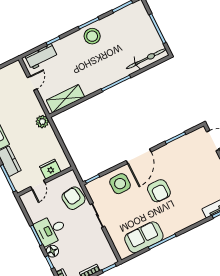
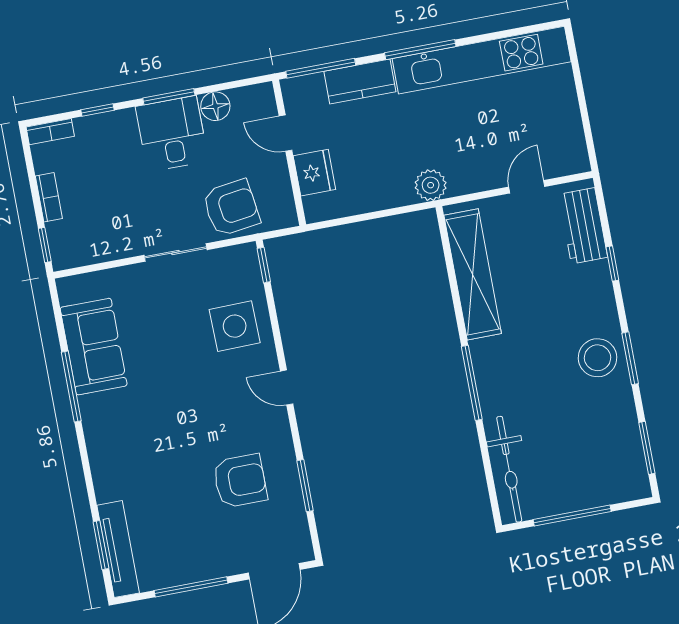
door: (32, 83) -> (527, 187), swing flipped
shelving: (66, 99) -> (473, 274), width x1.47
door: (139, 156) -> (287, 388), width x0.53
armchair: (159, 191) -> (240, 481), moved, turned 180
floor lamp: (52, 251) -> (215, 106), moved

